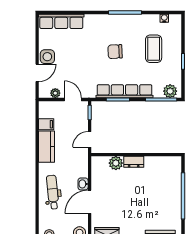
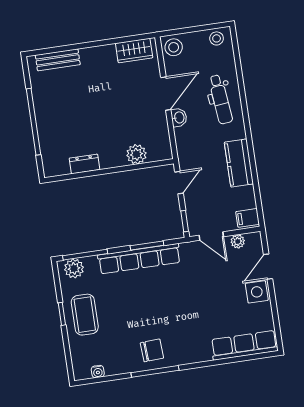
coffee table: (154, 49) -> (85, 315), moved
chair: (115, 52) -> (152, 350), moved
filing cabinet: (46, 124) -> (248, 218), moved
dresser: (134, 162) -> (84, 164), moved

